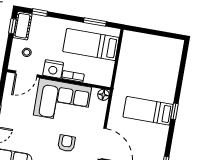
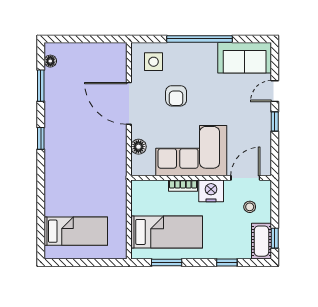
window: (40, 12) -> (227, 263), moved
floor lamp: (103, 95) -> (138, 147), moved
bed: (148, 111) -> (76, 231), moved
window: (174, 111) -> (41, 138), moved

